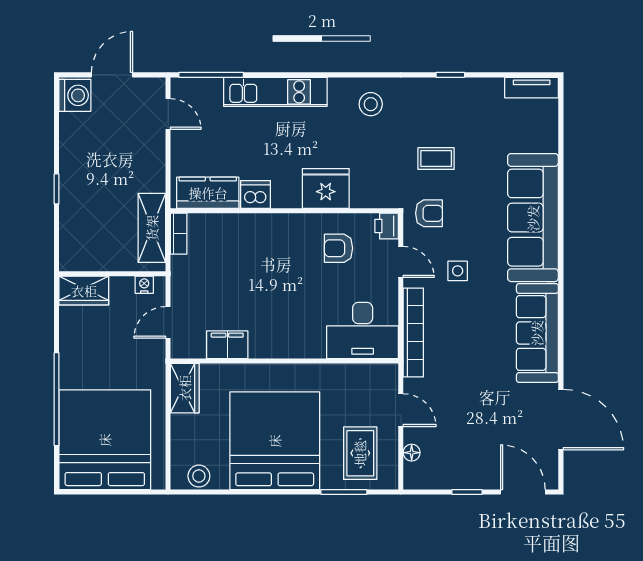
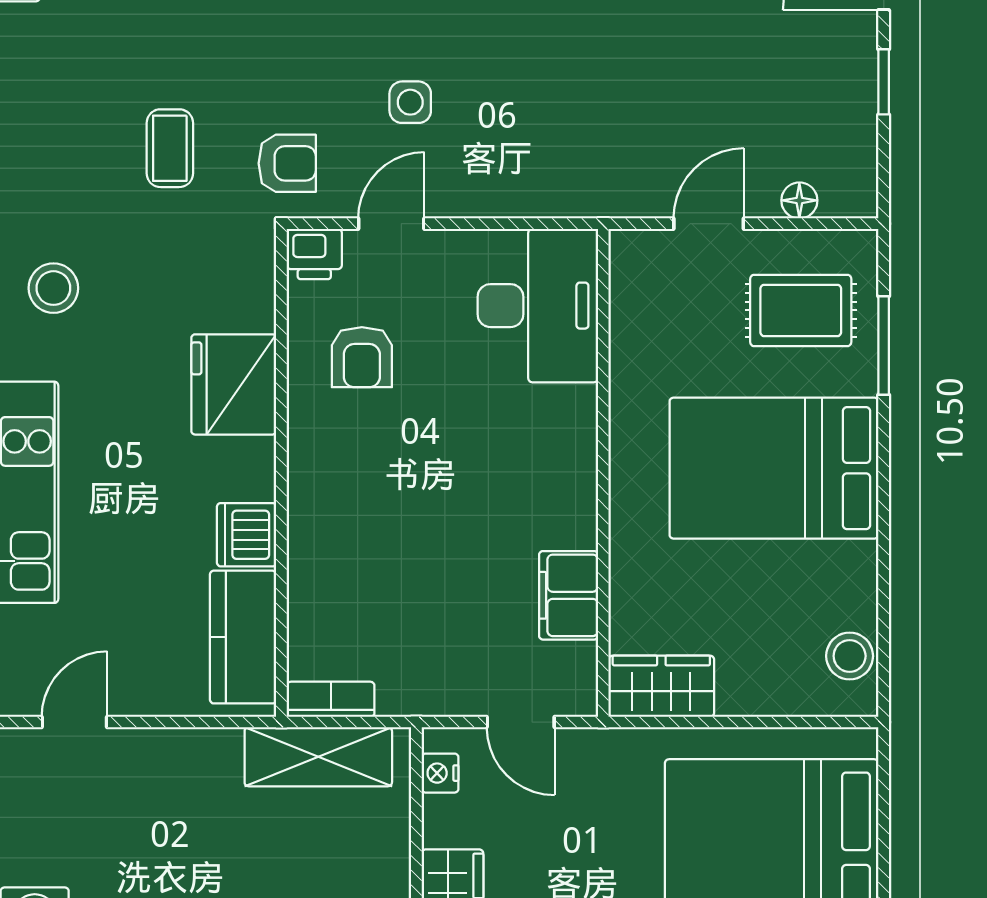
armchair: (429, 213) -> (287, 163), turned 90
bookcase: (413, 332) -> (542, 197), removed
bed: (275, 441) -> (774, 468), width x0.73

